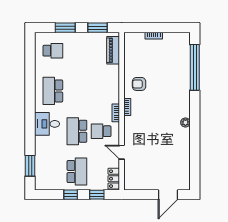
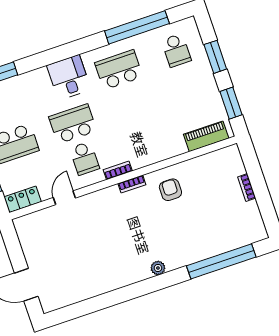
window: (30, 70) -> (137, 27), added
plant: (185, 122) -> (158, 268), moved
school desk: (101, 131) -> (84, 158), turned 180

